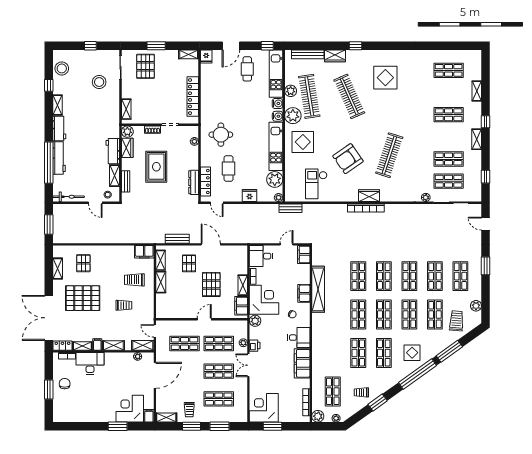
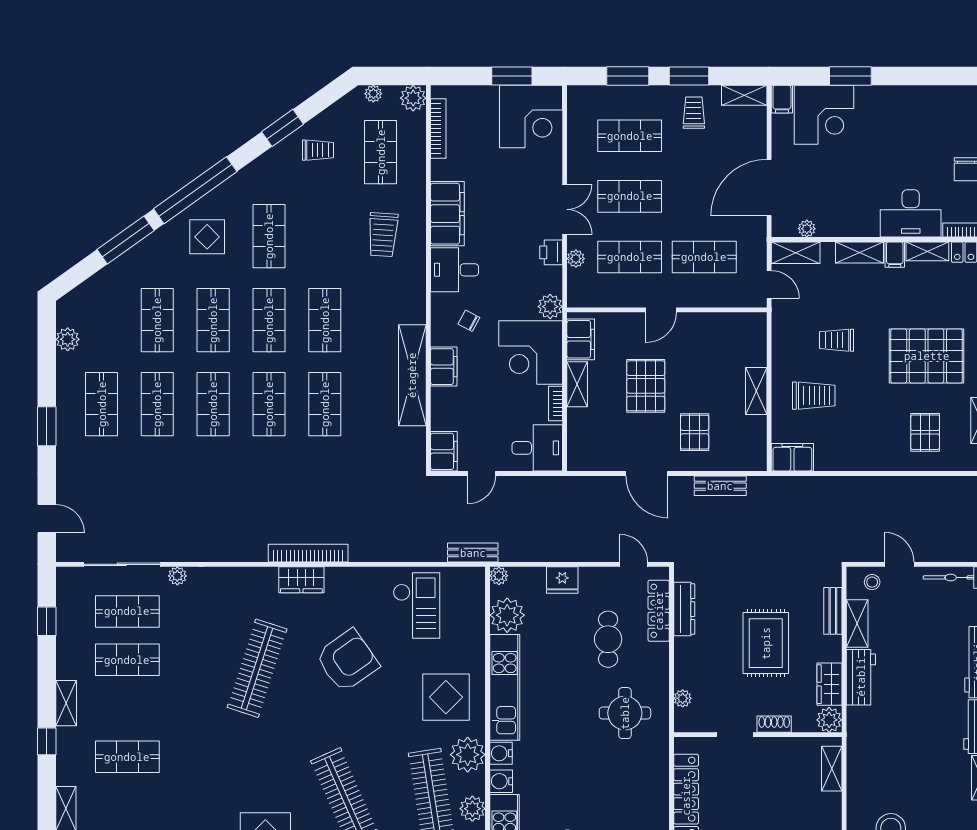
shelving: (160, 260) -> (757, 439), removed
trolley: (456, 321) -> (383, 235), moved
shop shelf: (358, 353) -> (325, 236), removed

